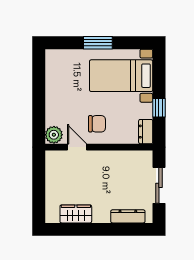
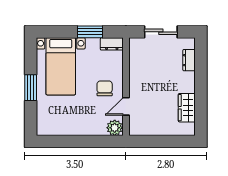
window: (159, 108) -> (90, 32), width x1.50
dresser: (128, 216) -> (189, 60), width x0.70

